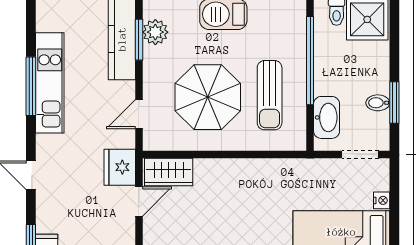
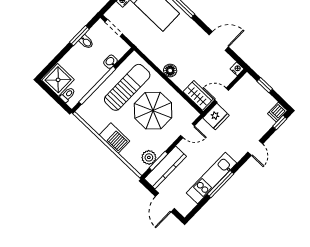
sun lounger: (270, 95) -> (127, 87), width x1.36, depth x1.34
washbasin: (327, 117) -> (110, 62), width x0.52, depth x0.69
floor lamp: (235, 170) -> (170, 70), added

